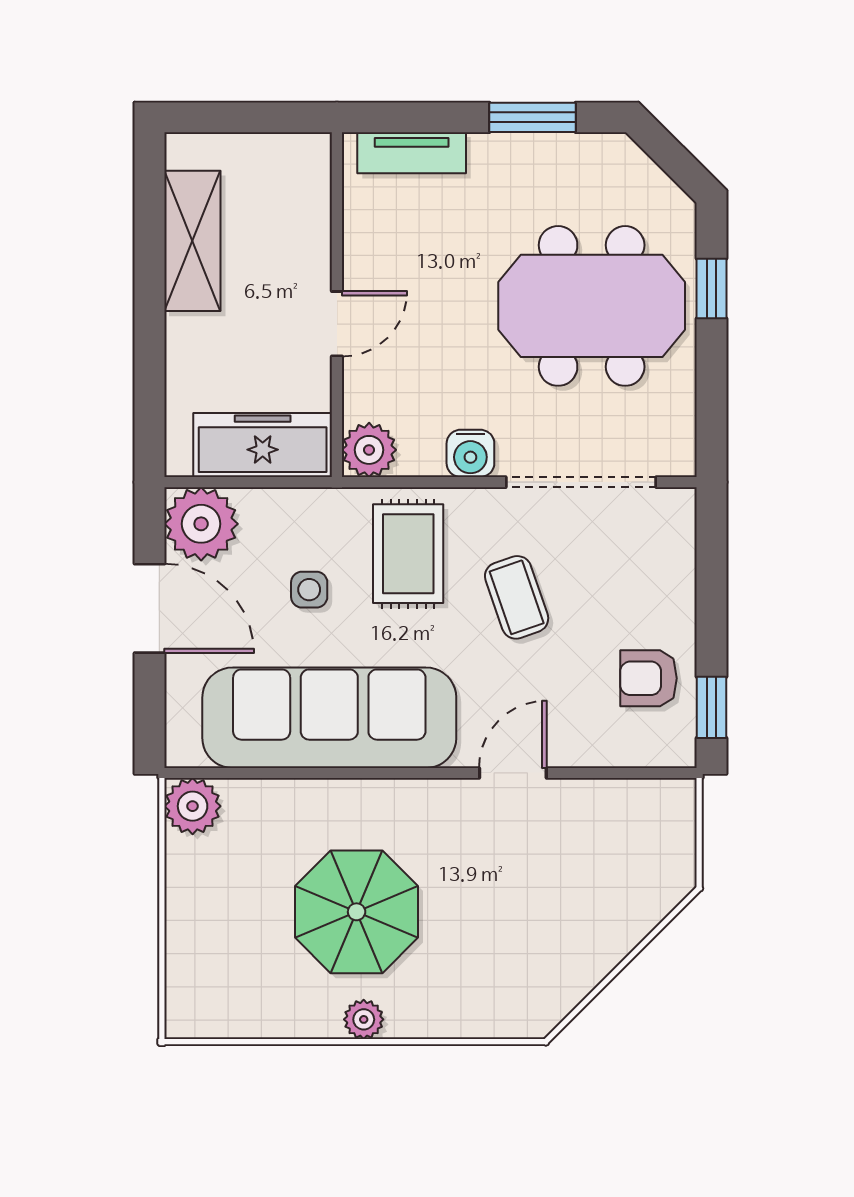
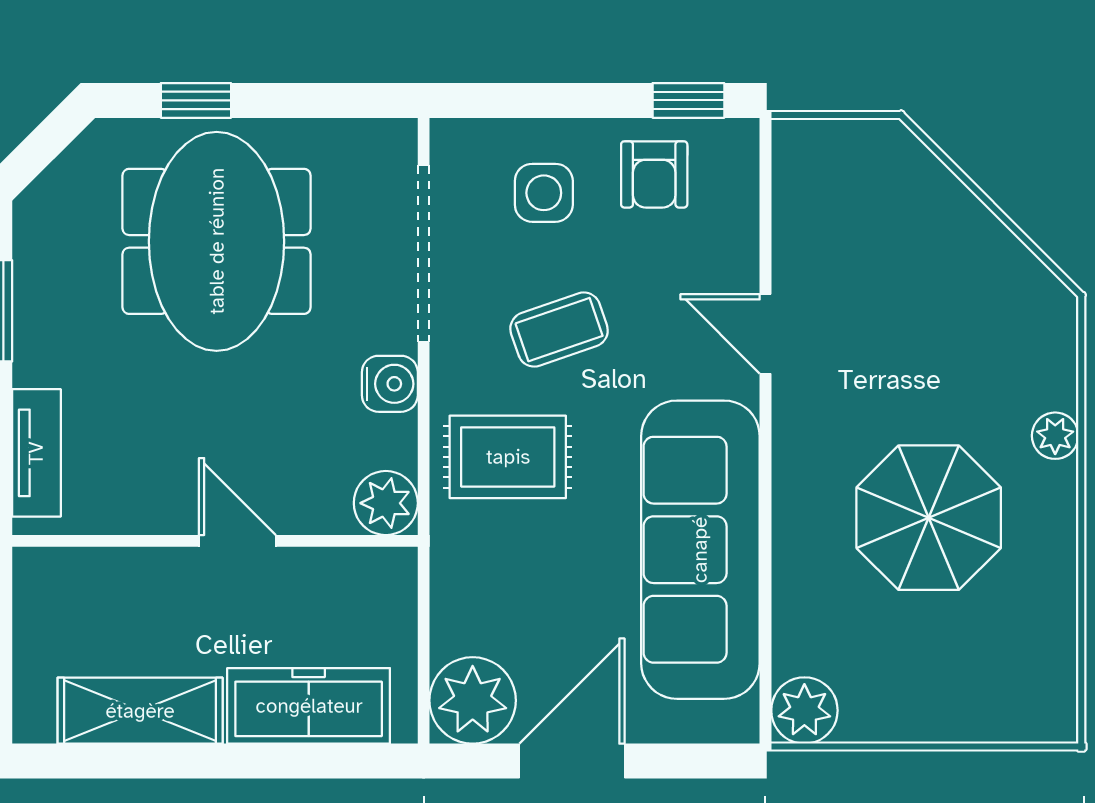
freezer: (263, 445) -> (309, 706), moved, turned 90
side table: (309, 590) -> (544, 193), moved, width x1.37, depth x1.37
plant: (364, 1019) -> (1055, 436), moved

